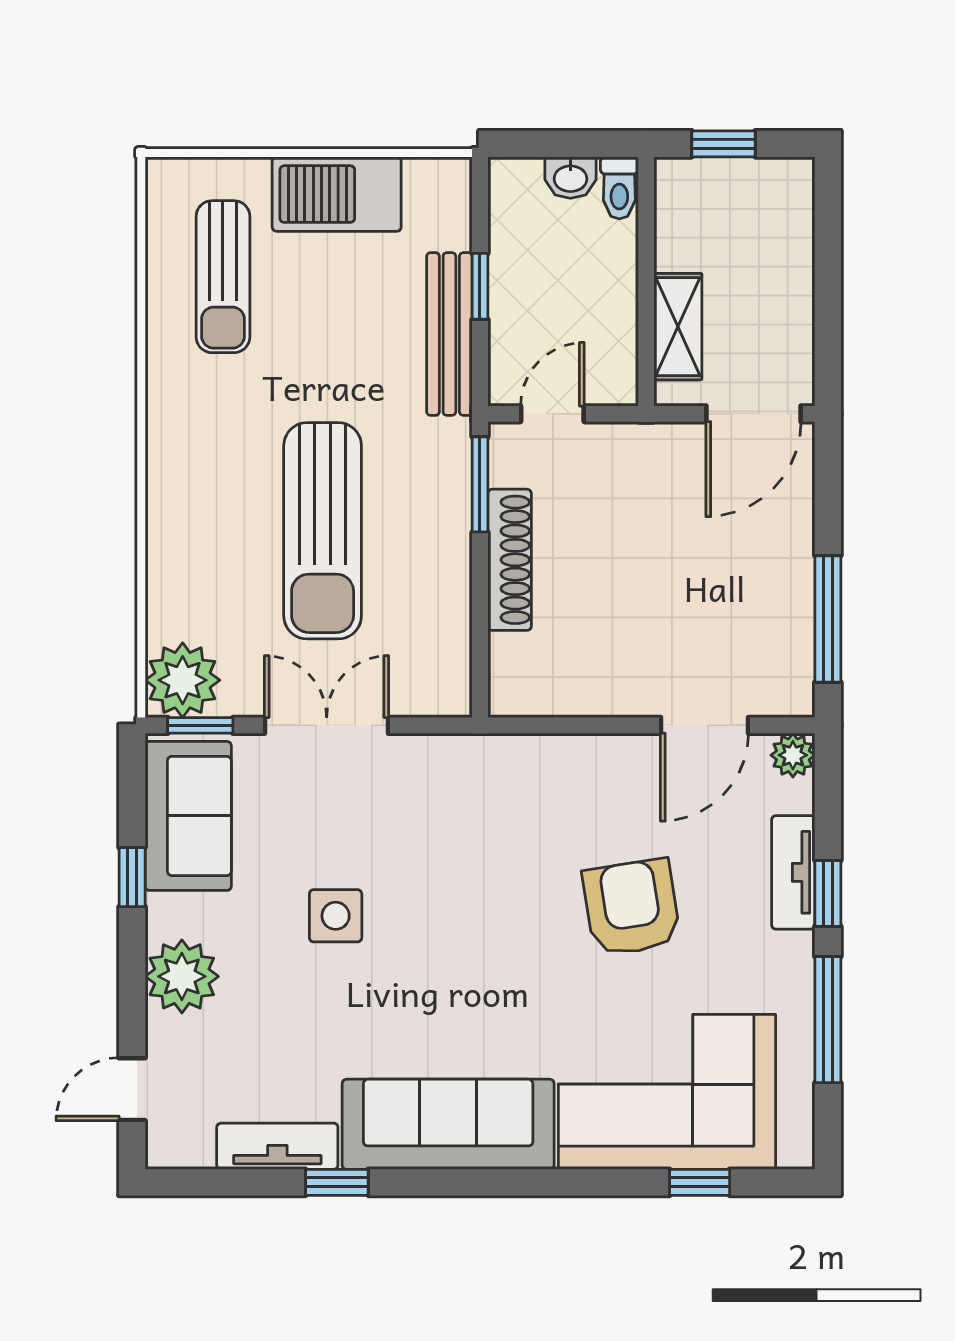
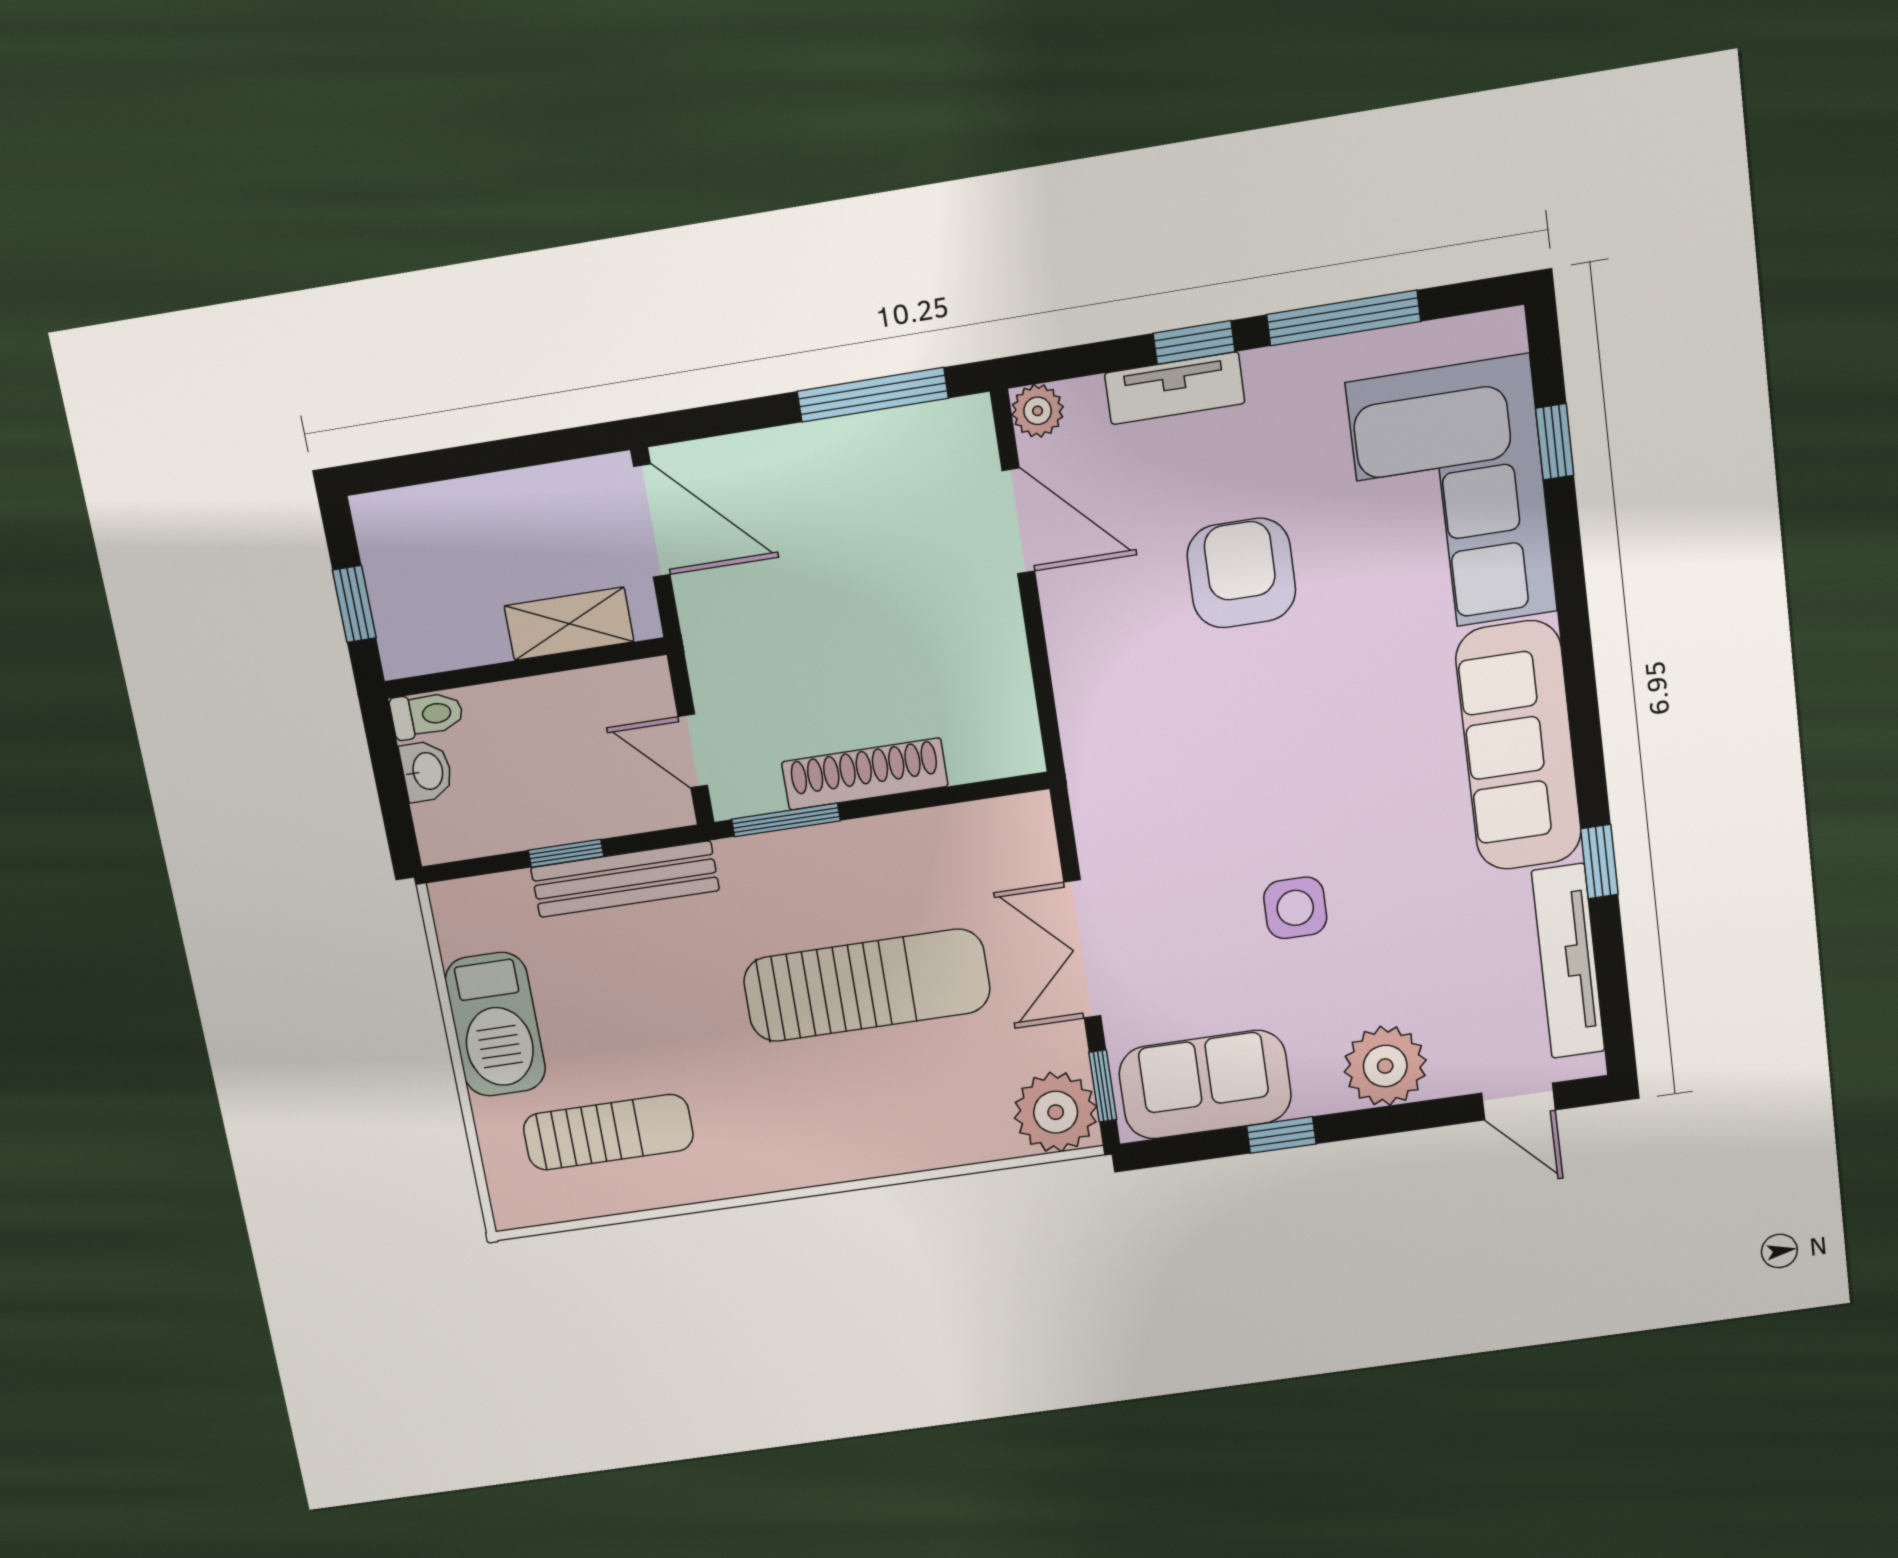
armchair: (631, 907) -> (1241, 573), turned 99
tv unit: (277, 1146) -> (1568, 961), width x1.41

